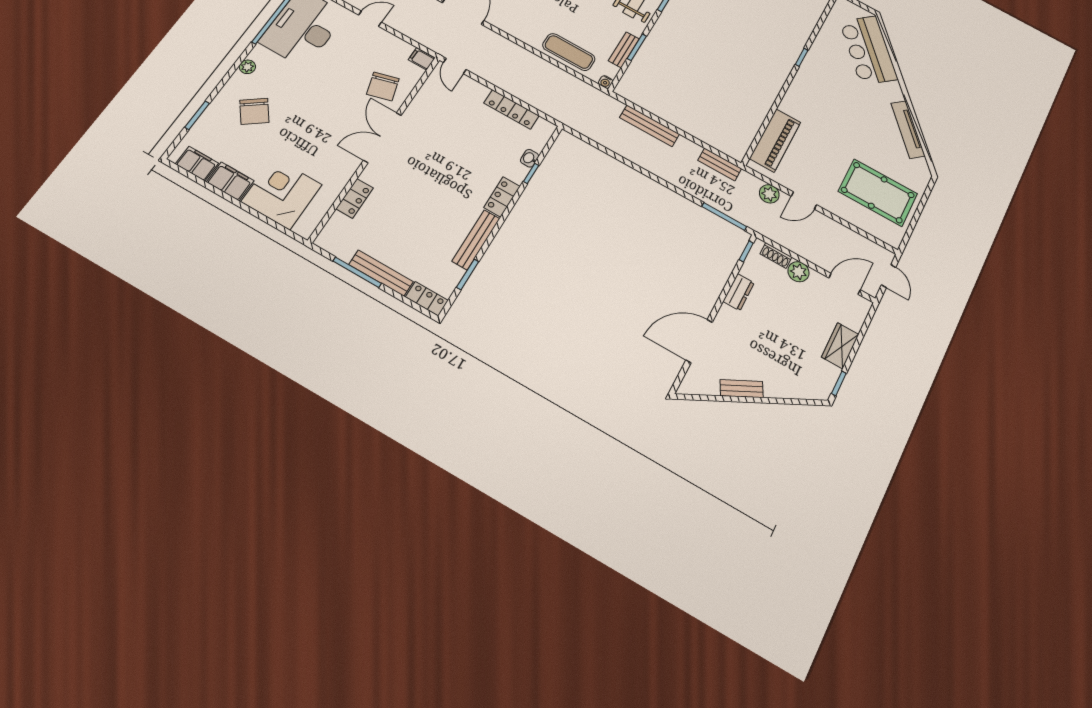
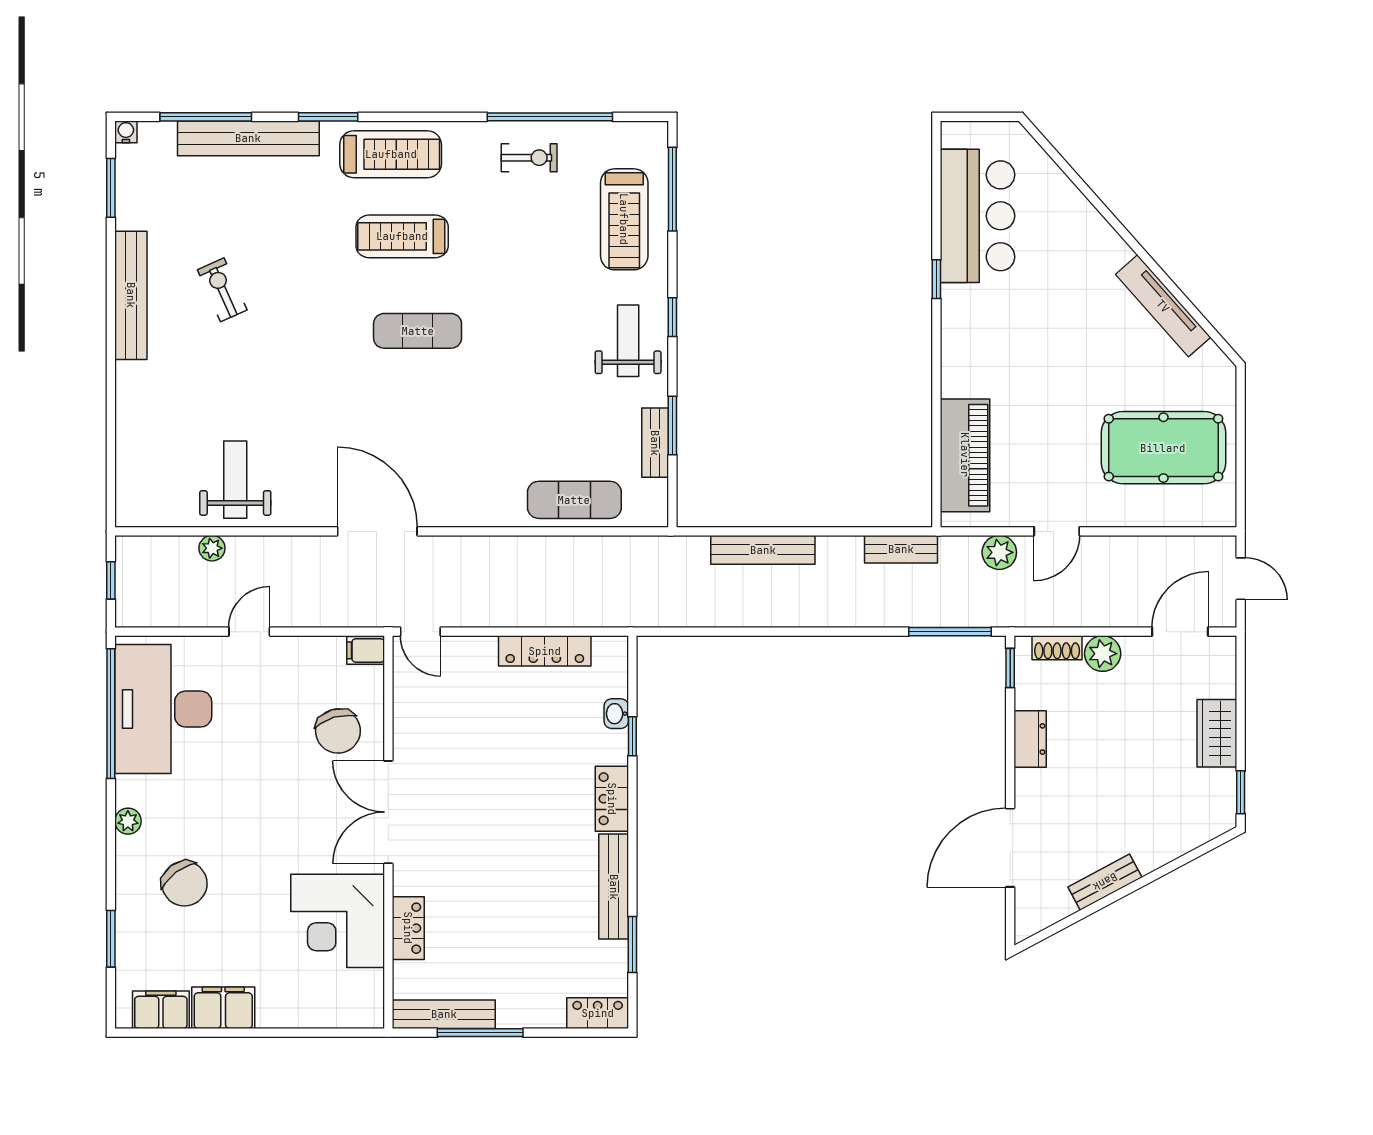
bar counter: (869, 50) -> (978, 216), moved, turned -138
water cooler: (606, 82) -> (658, 517), removed
corner desk: (282, 193) -> (338, 921), moved, turned -90
bench: (381, 273) -> (444, 1014), moved

